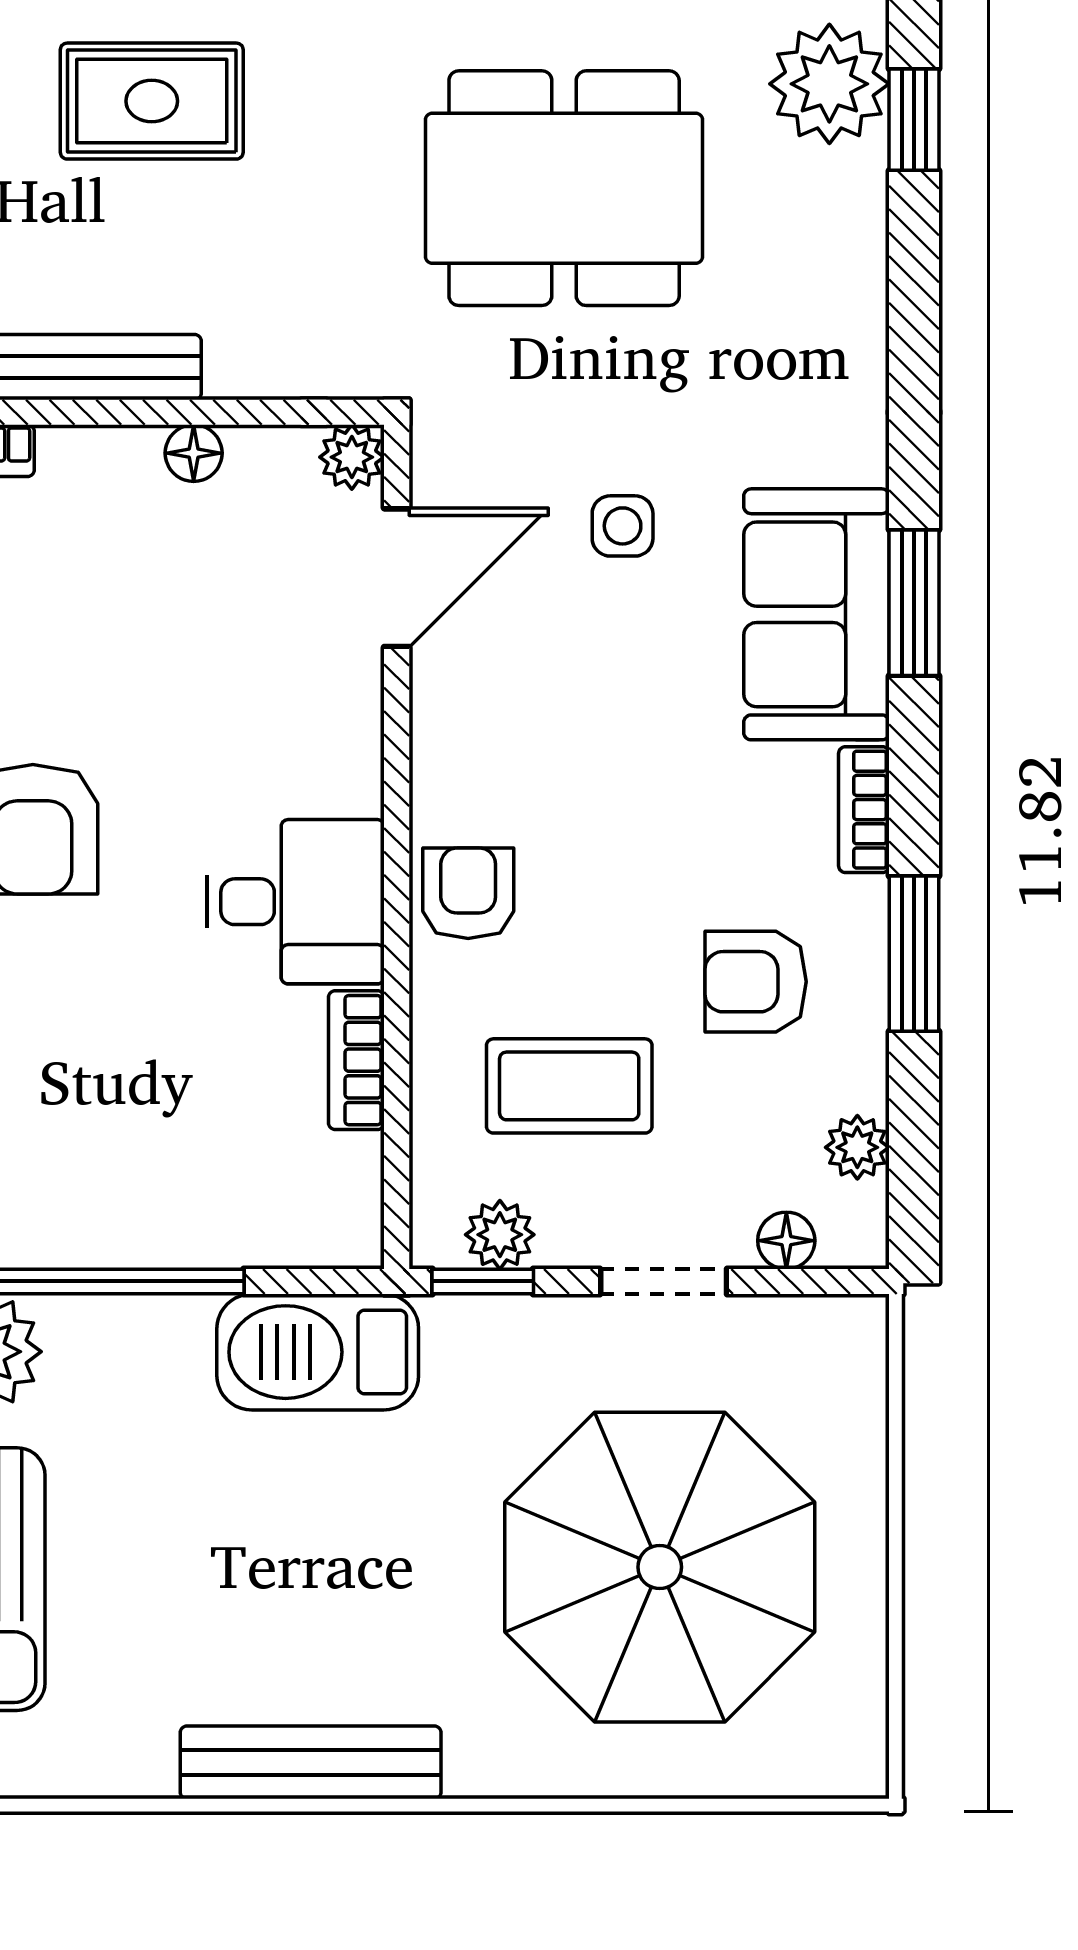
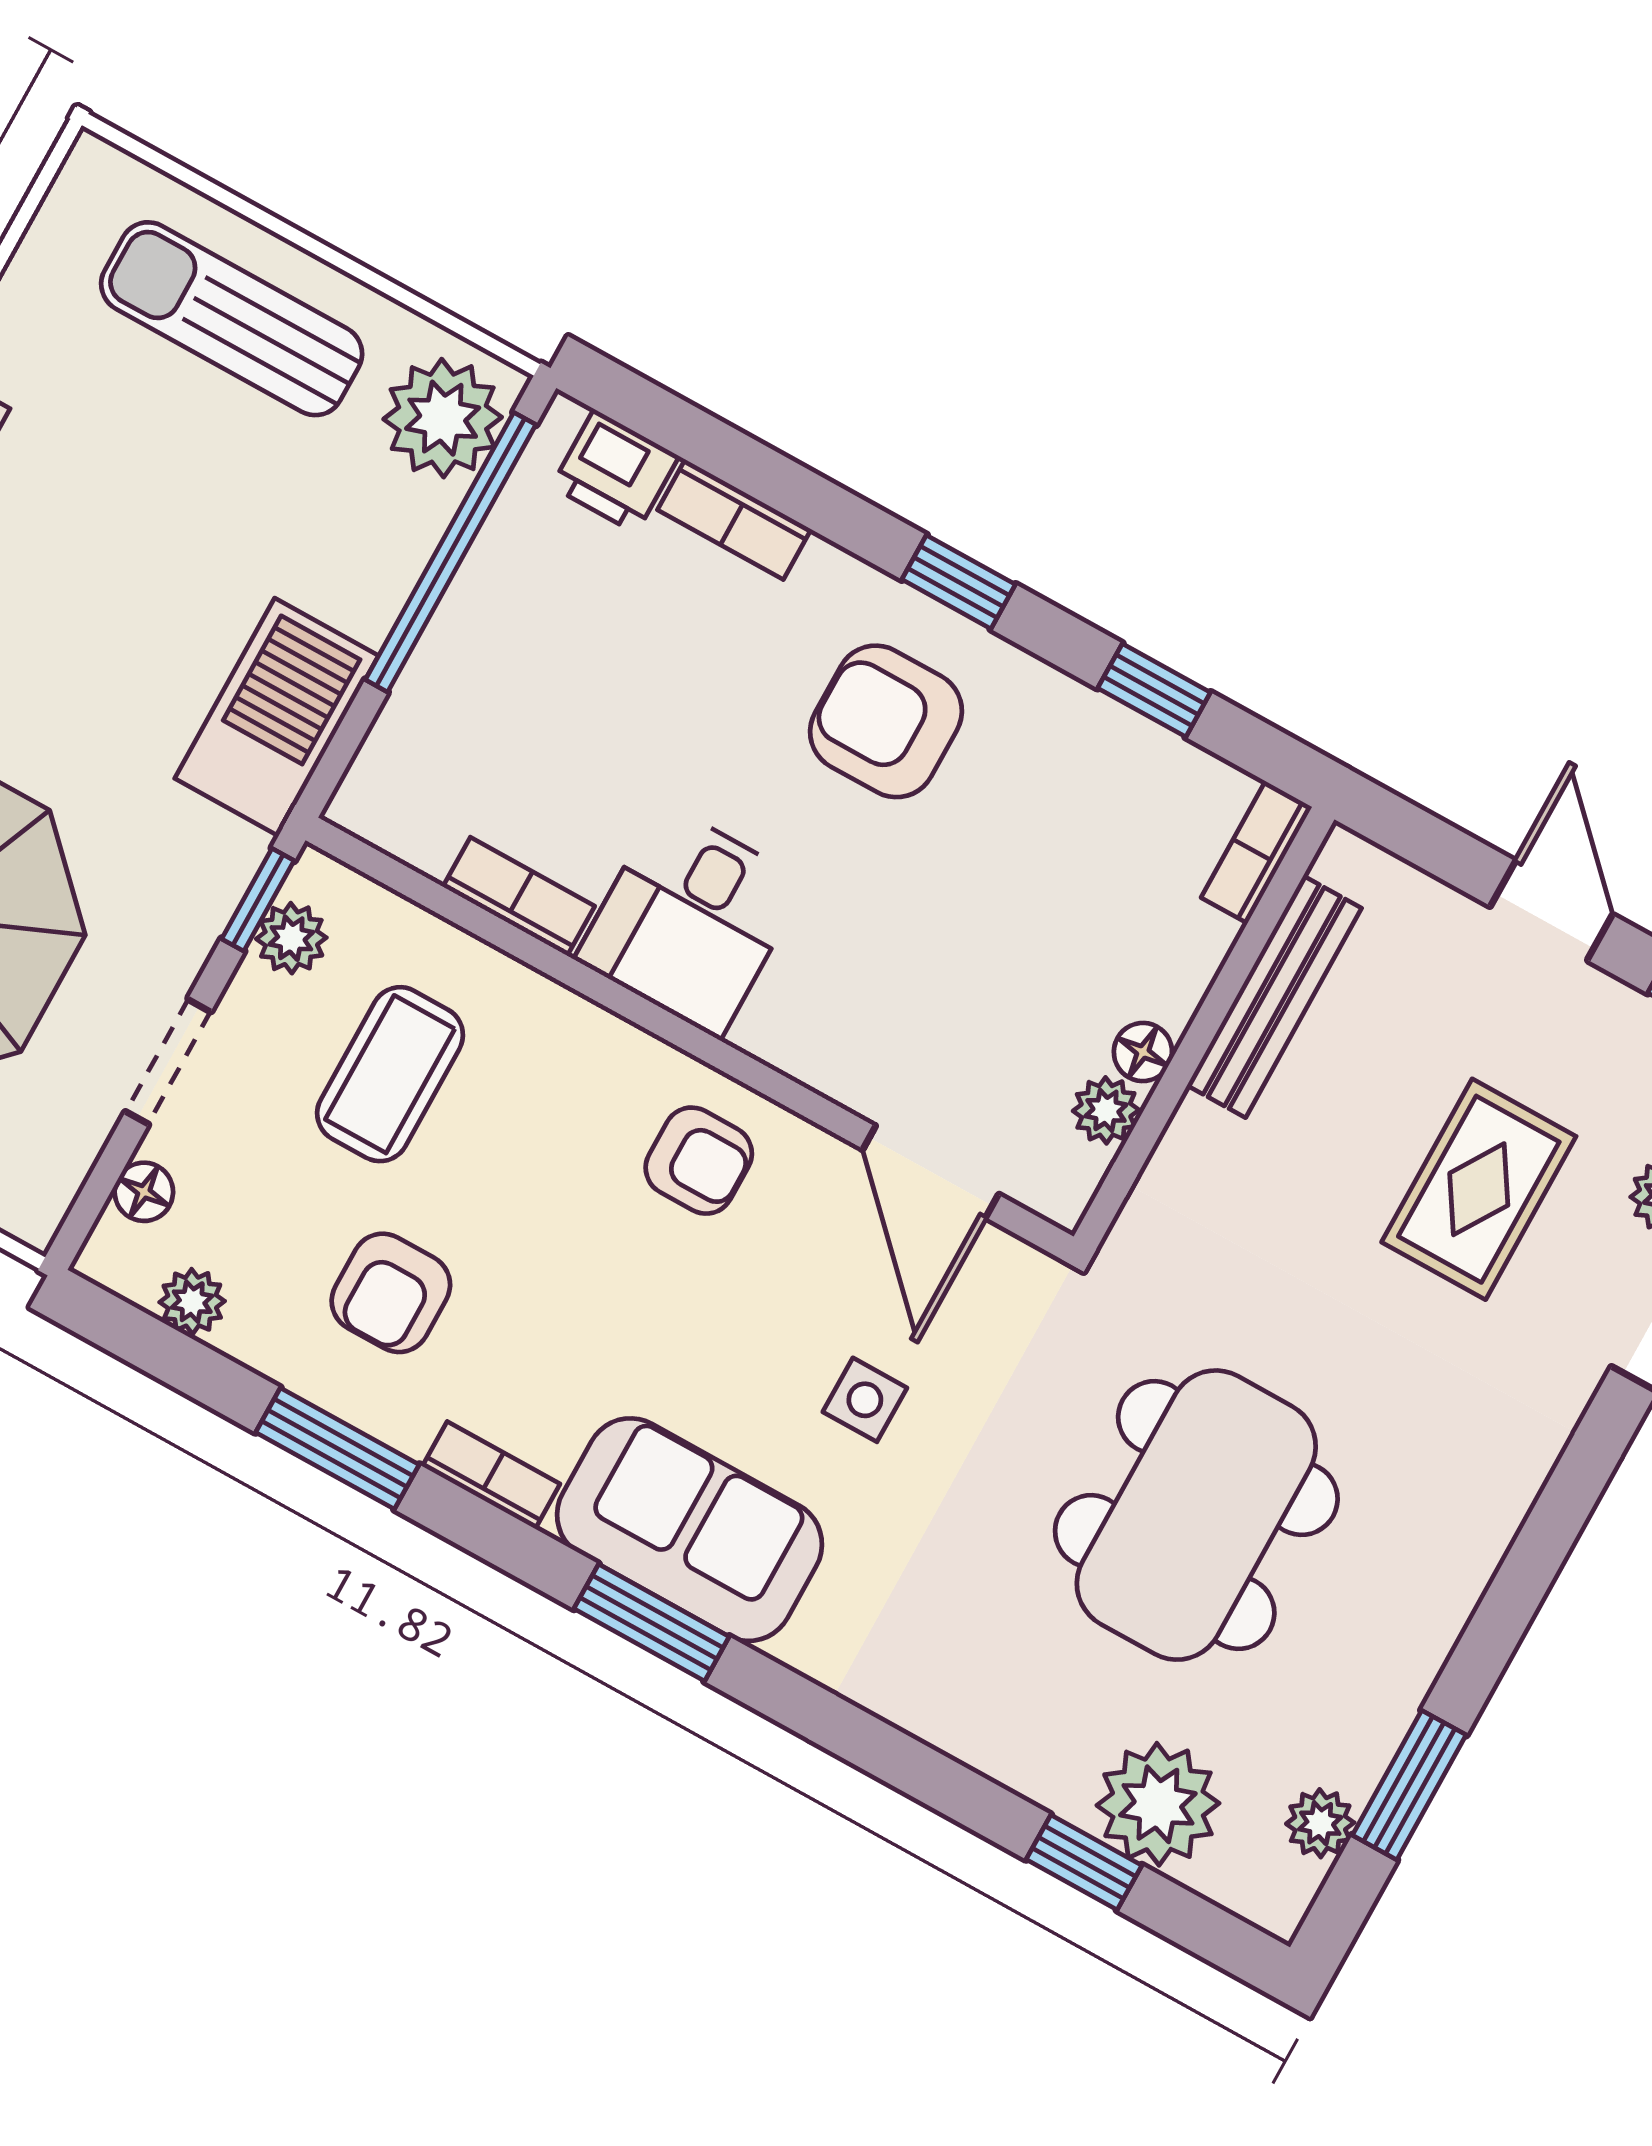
plant: (352, 457) -> (1106, 1110), moved
armchair: (468, 893) -> (699, 1161), moved
armchair: (756, 982) -> (391, 1293), turned 180

